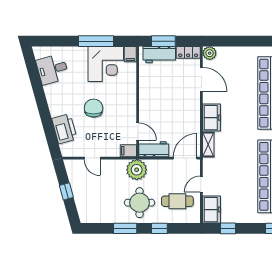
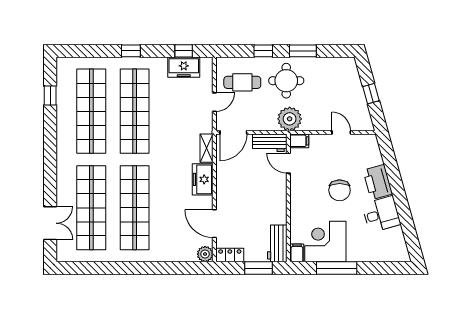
workbench: (159, 55) -> (277, 243), moved, turned -90
desk: (52, 69) -> (381, 214), moved
printer: (64, 129) -> (378, 182), moved
freezer: (212, 210) -> (184, 67), moved, turned -90

